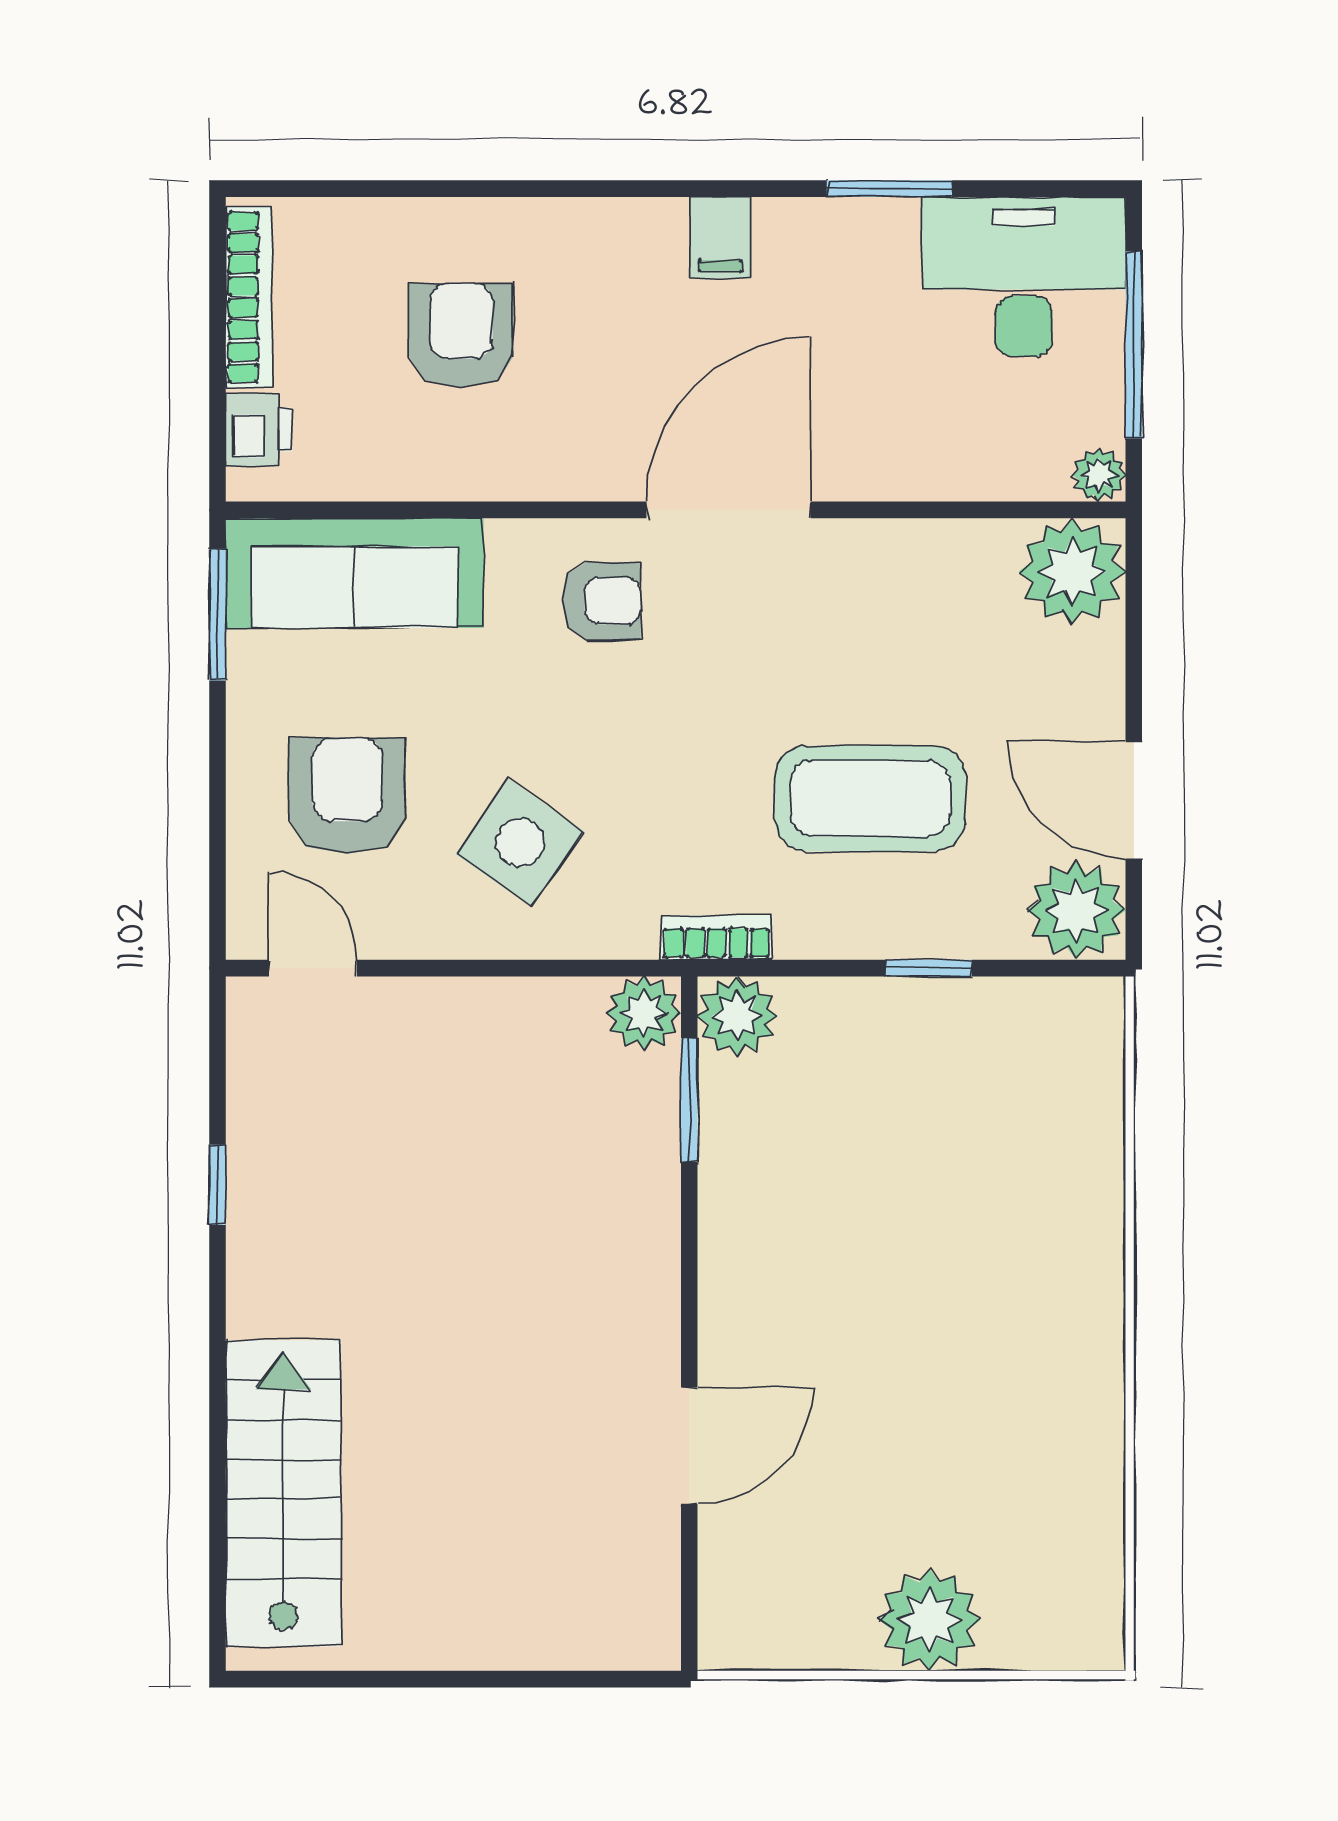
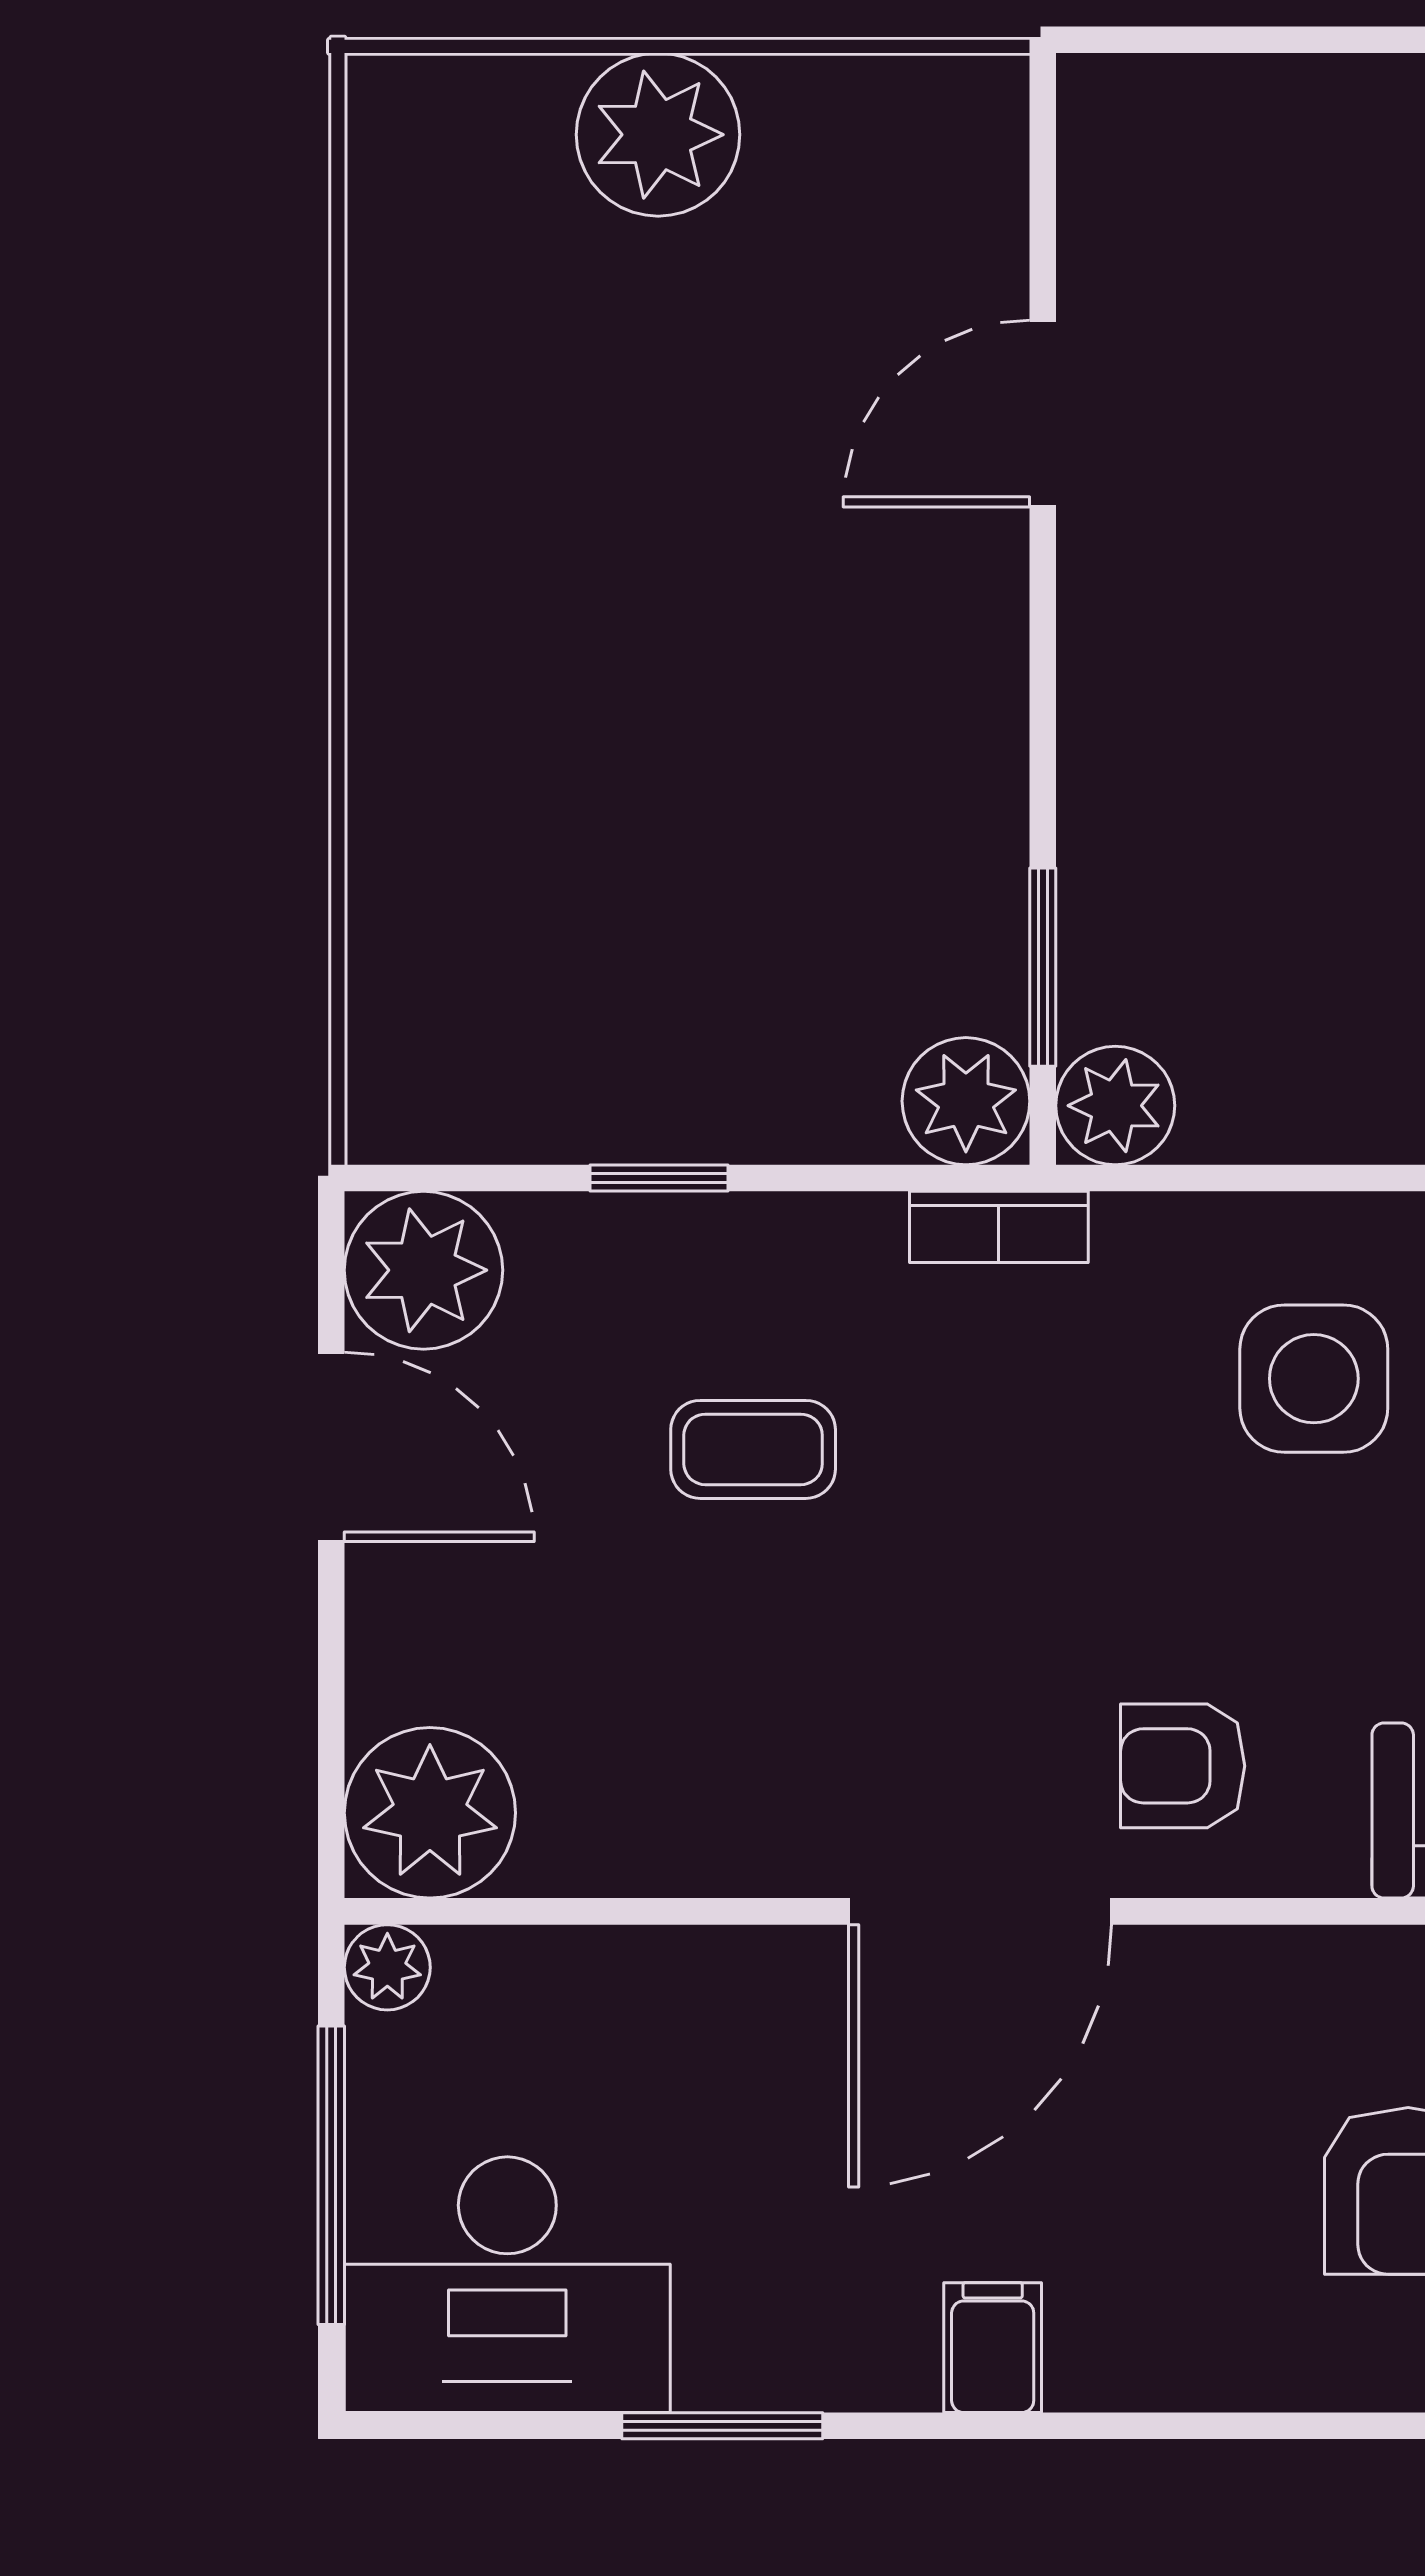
coffee table: (870, 799) -> (753, 1449), width x0.54, depth x0.58
side table: (520, 843) -> (1314, 1379), turned -35

